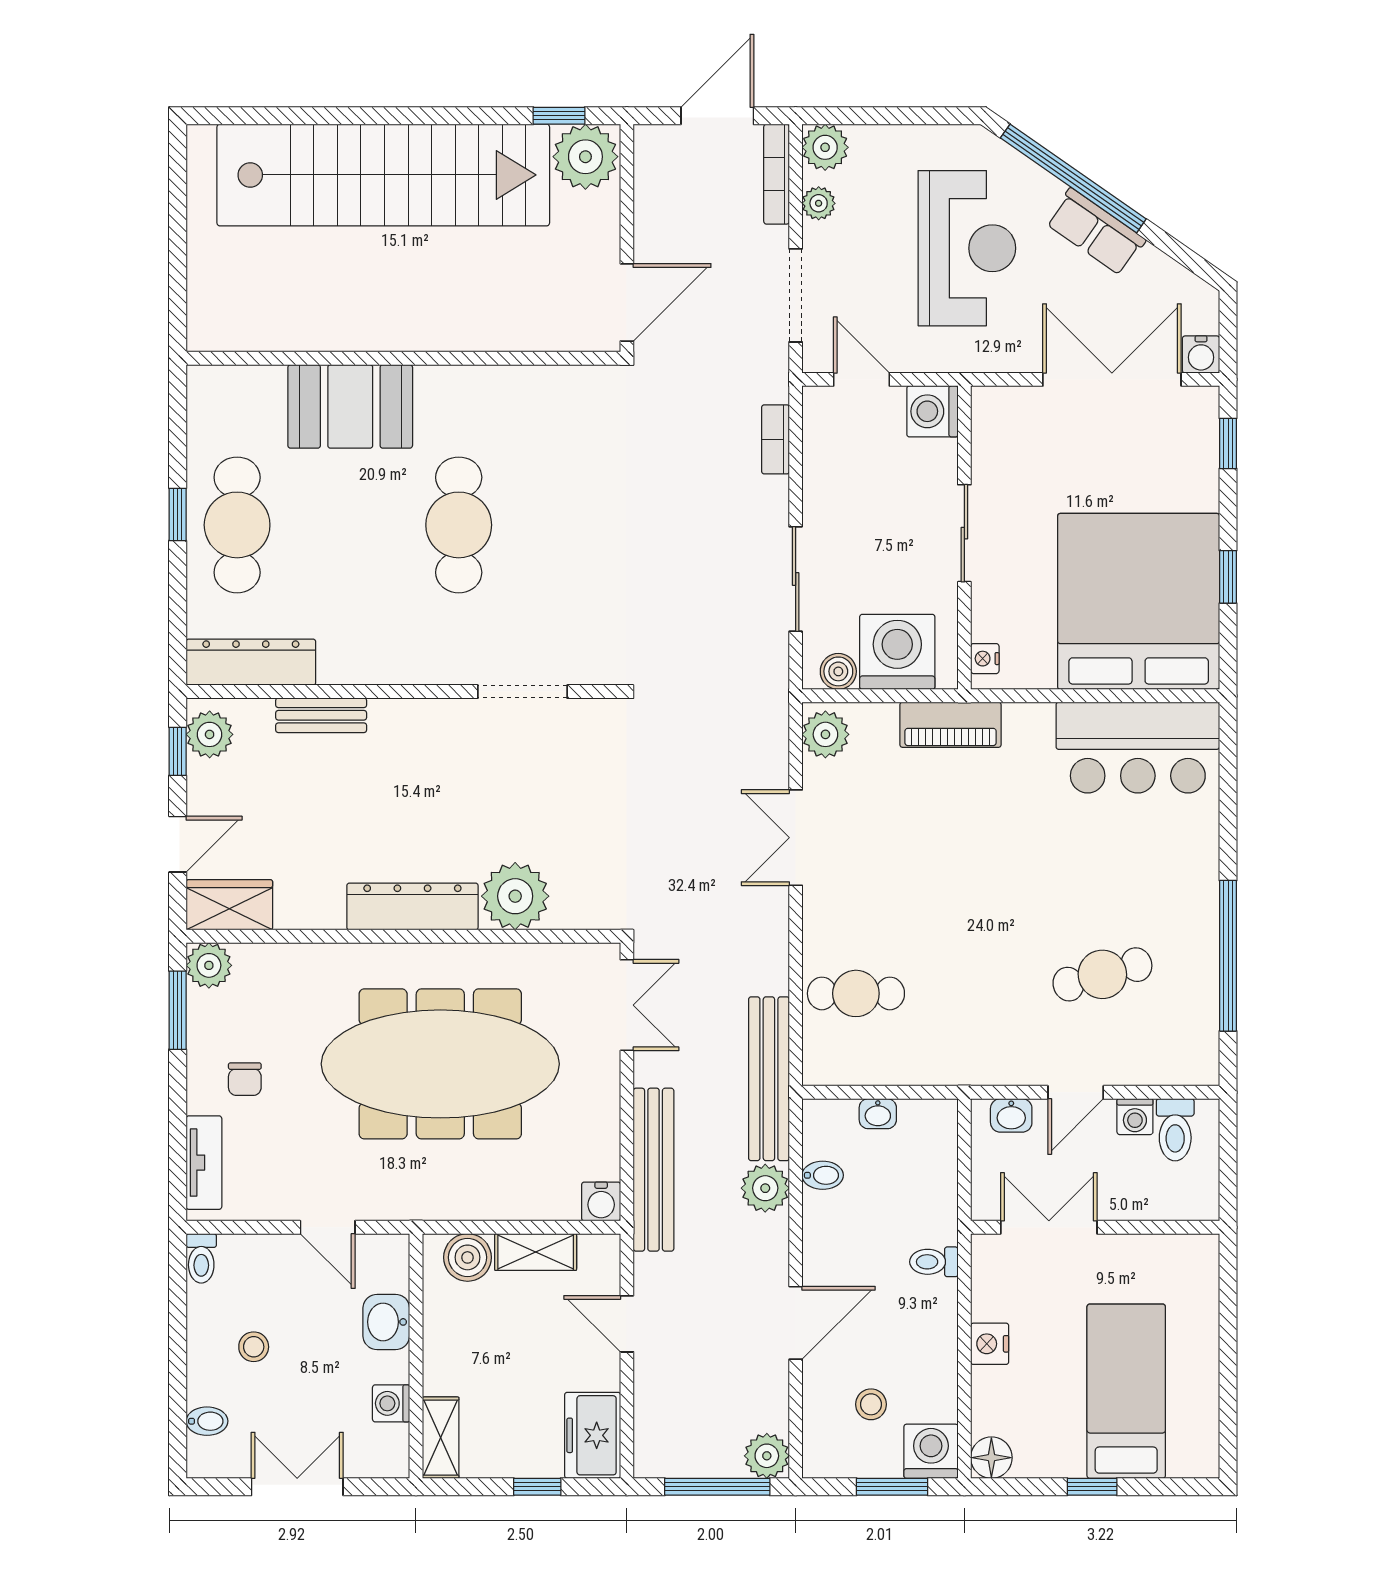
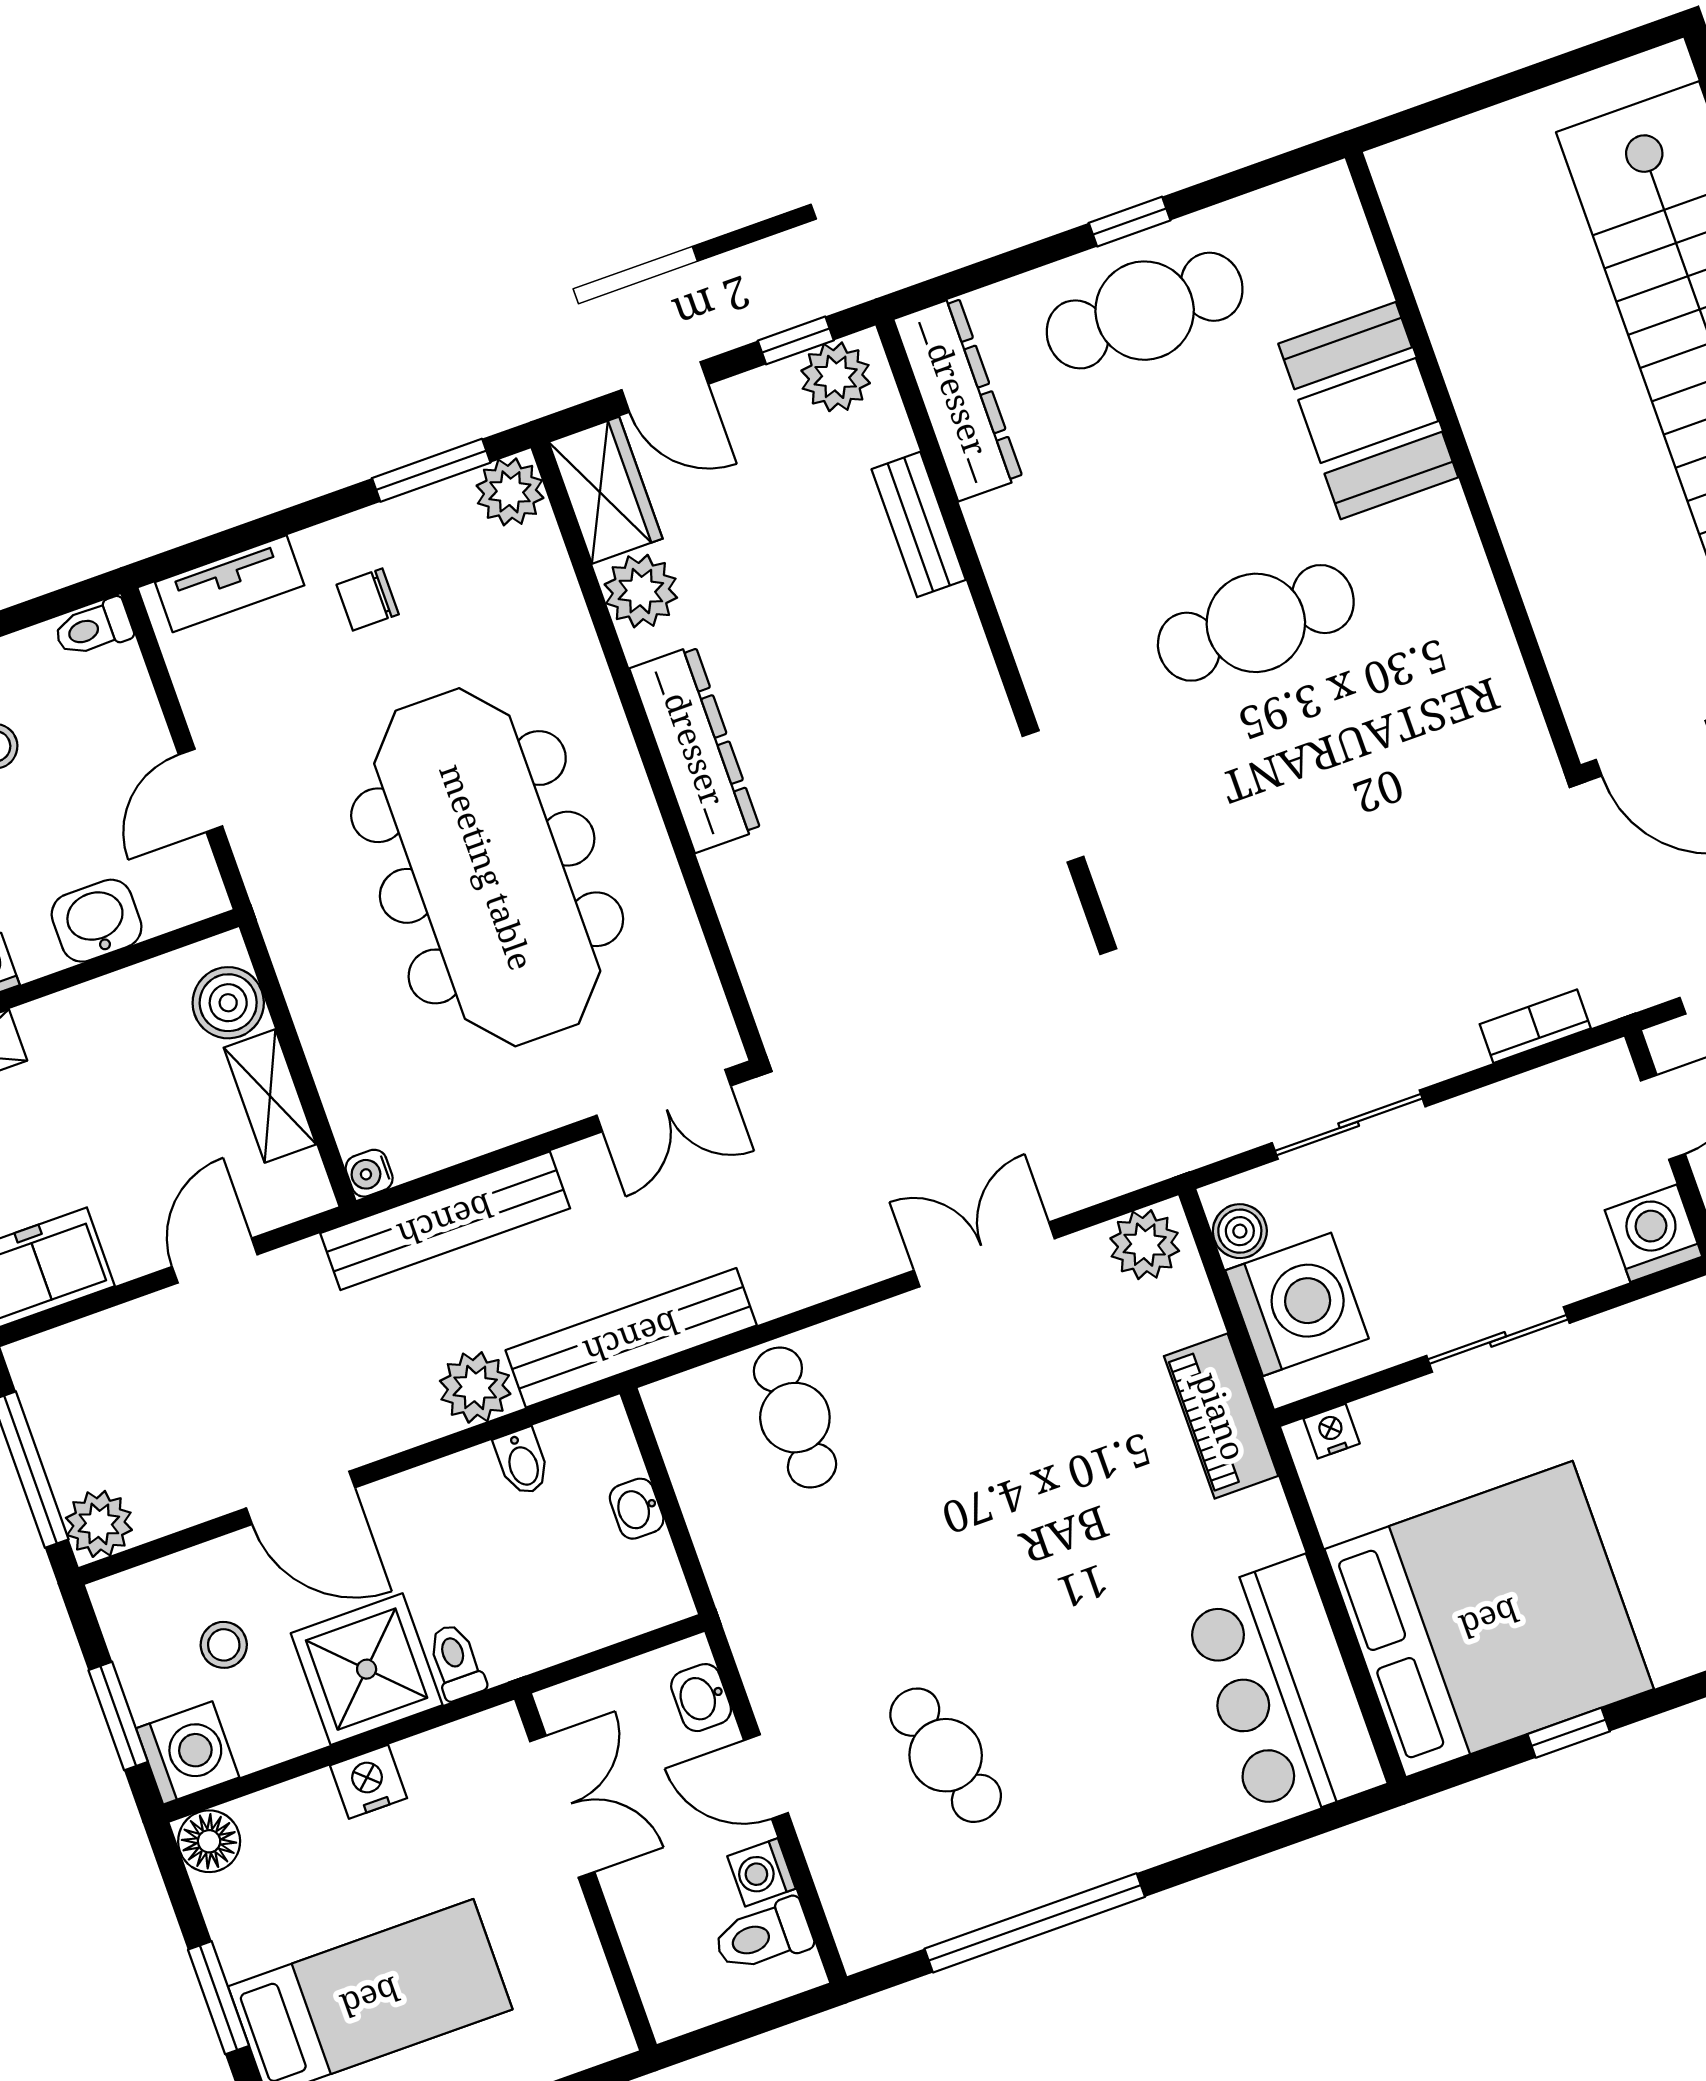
plant: (515, 896) -> (641, 591), moved, width x0.73, depth x0.73
water cooler: (601, 1202) -> (369, 1173), width x0.72, depth x0.72
shower: (918, 1320) -> (367, 1669), added
window: (1092, 1487) -> (218, 1998), width x1.50

